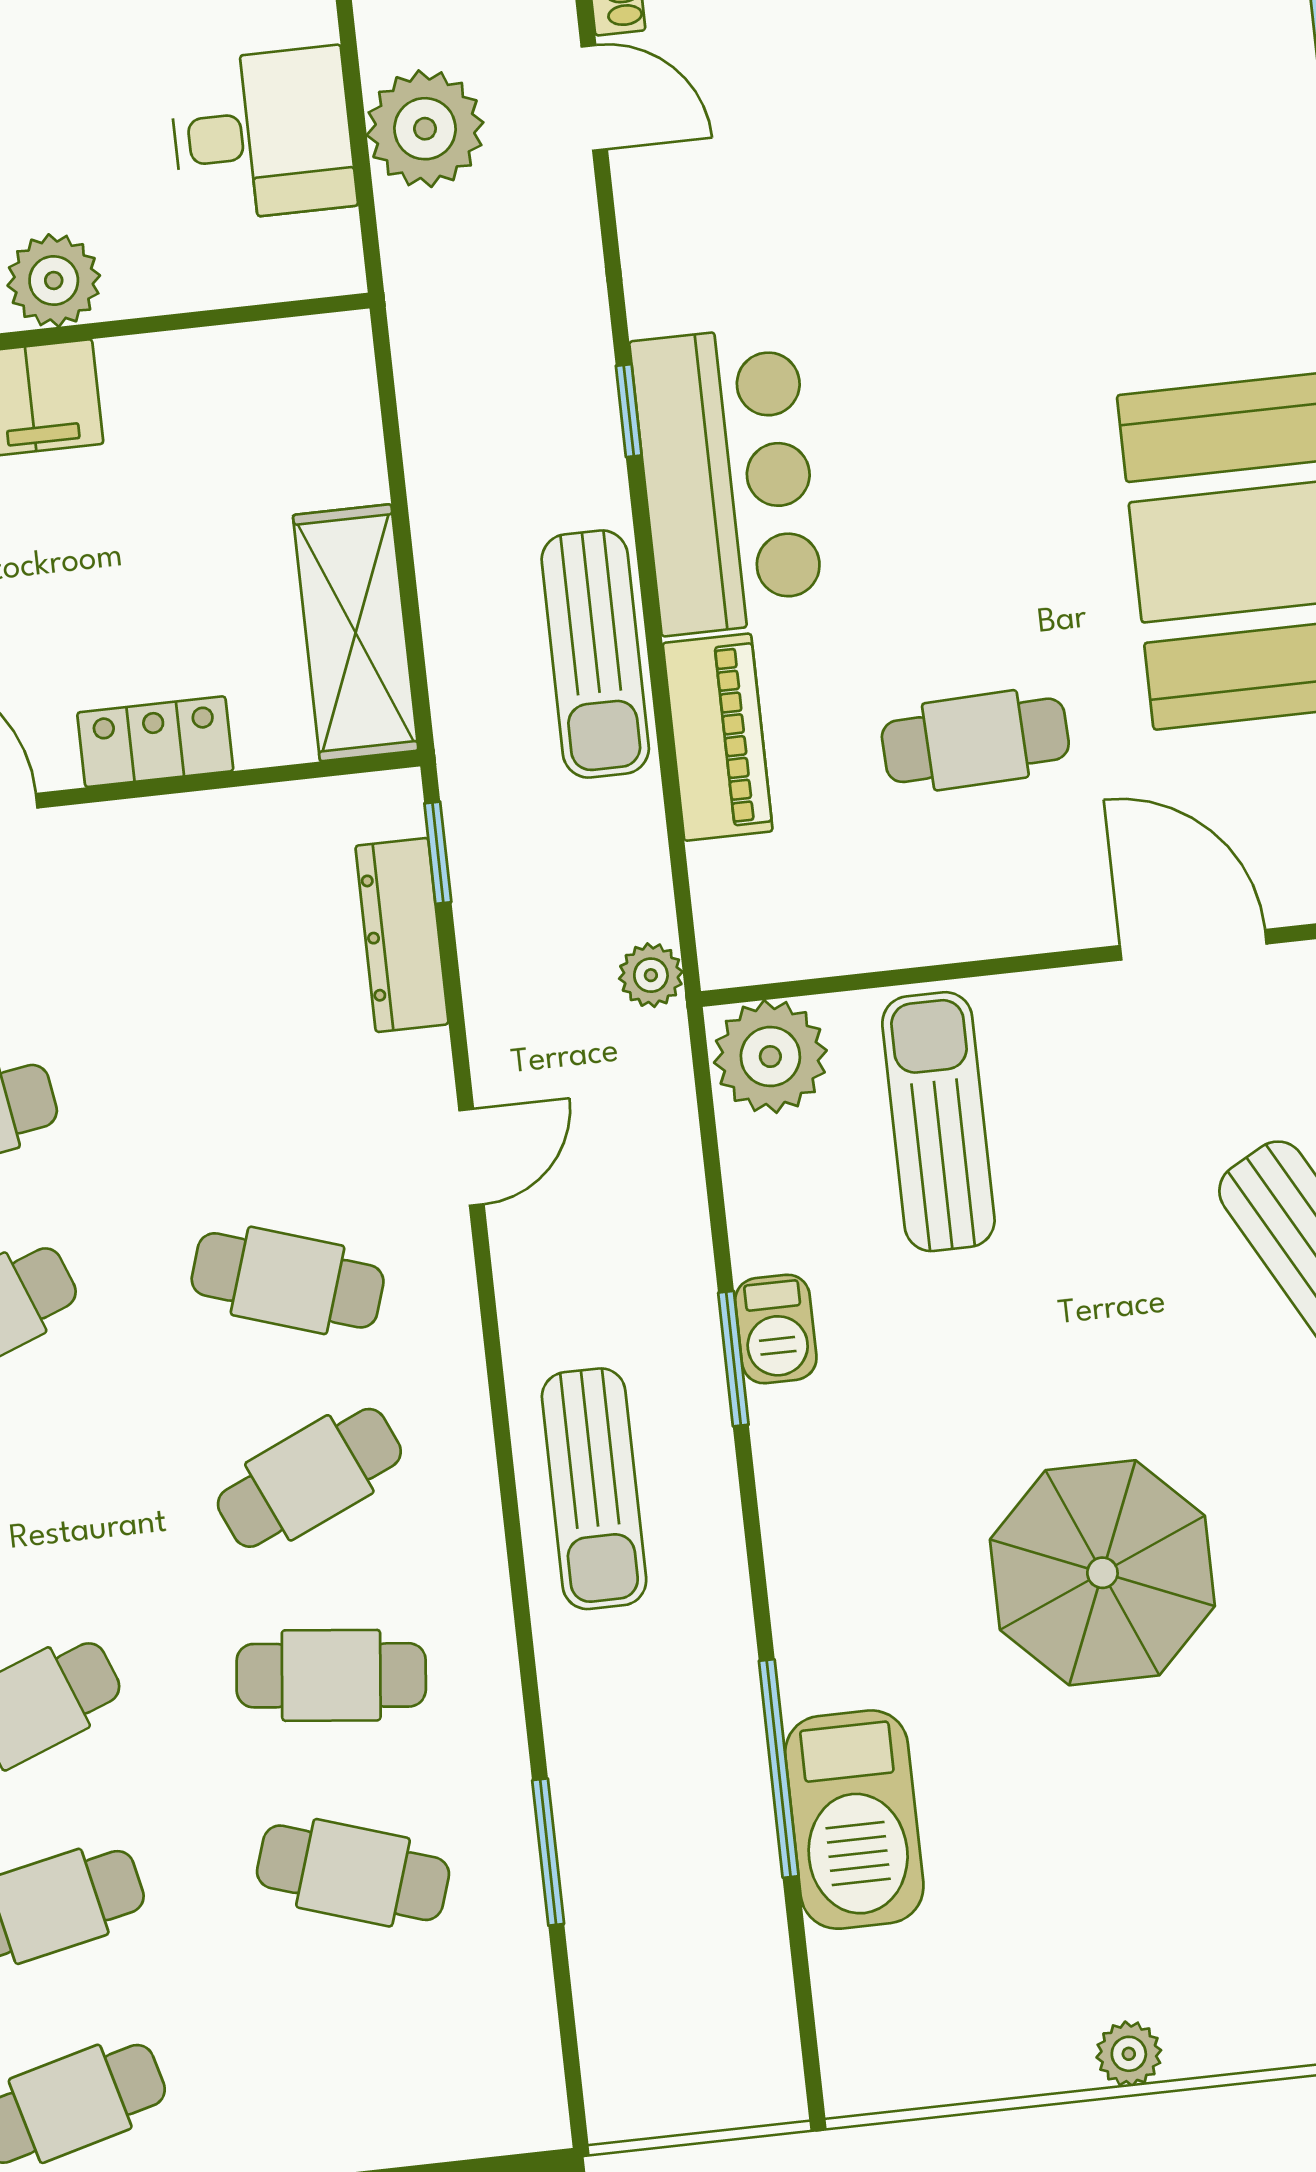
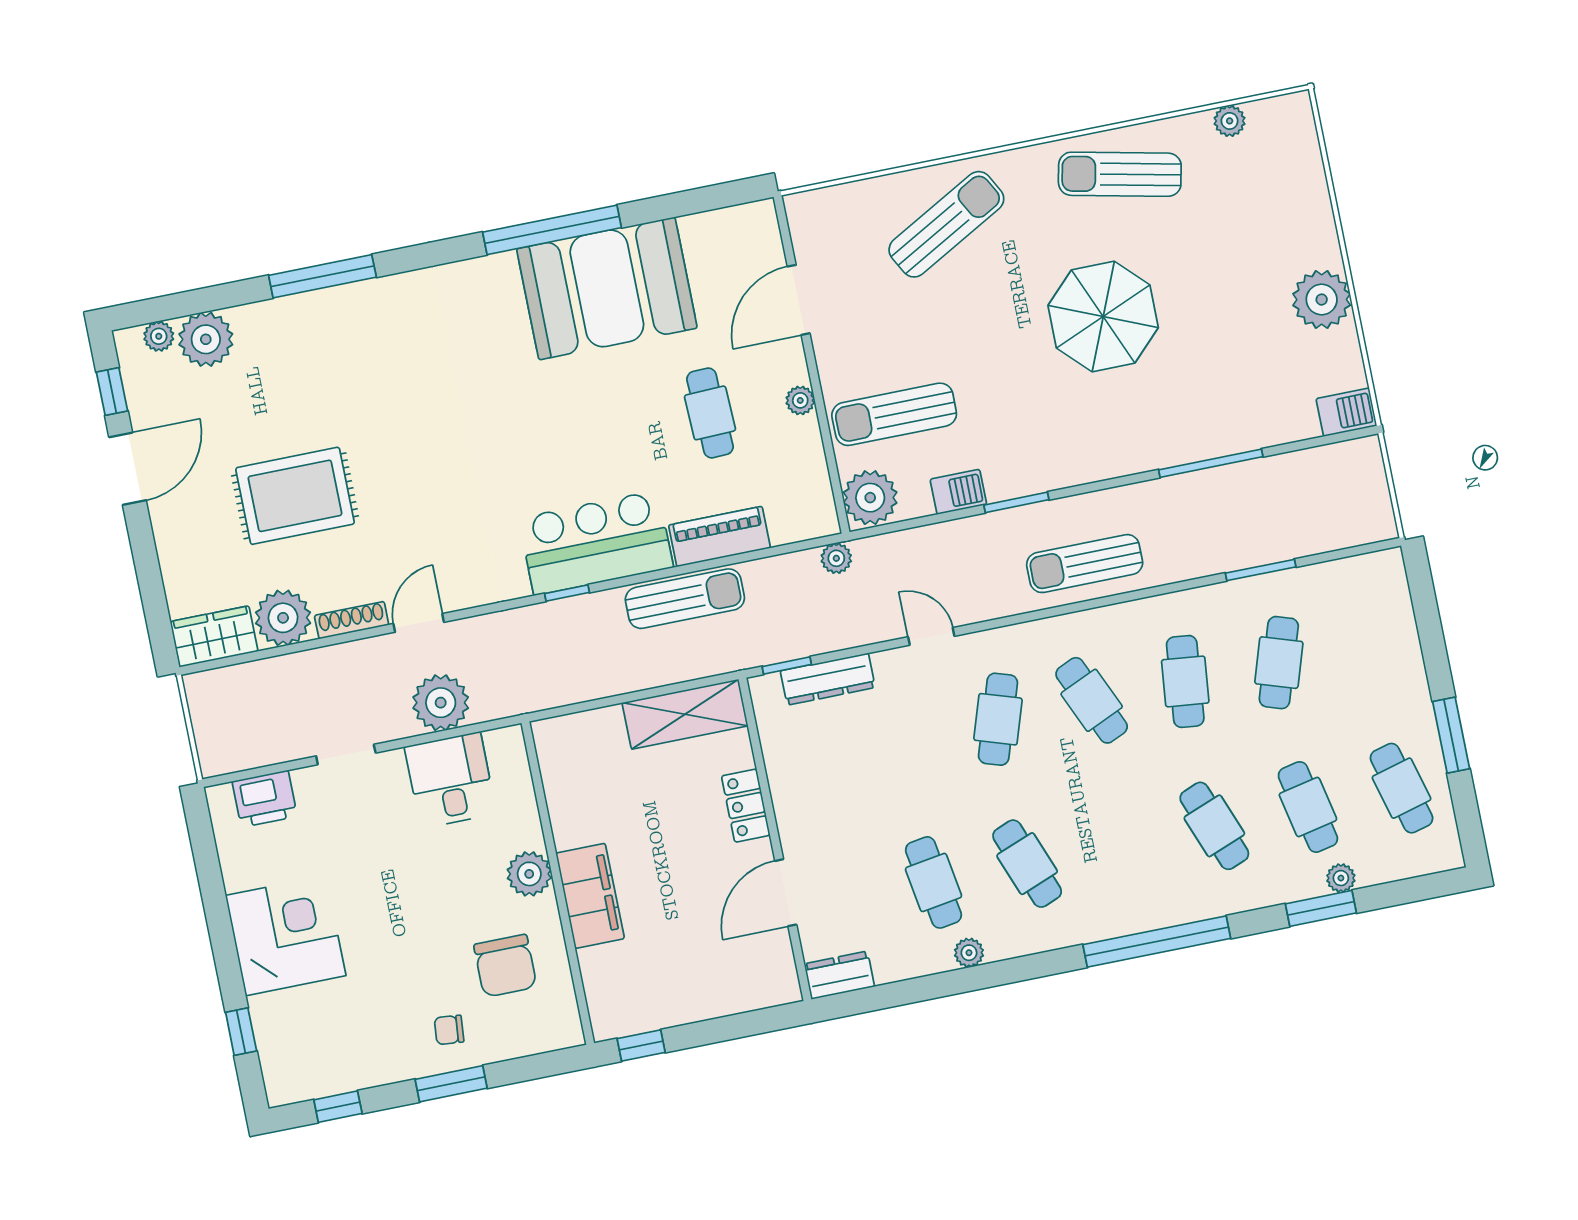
plant: (985, 930) -> (800, 400), added
barbecue: (776, 1329) -> (958, 492), moved
sun lounger: (594, 1489) -> (1085, 564), turned 180
barbecue: (854, 1820) -> (1347, 412), moved, width x0.53, depth x0.65
plant: (1129, 2054) -> (1322, 300), width x1.88, depth x1.88

